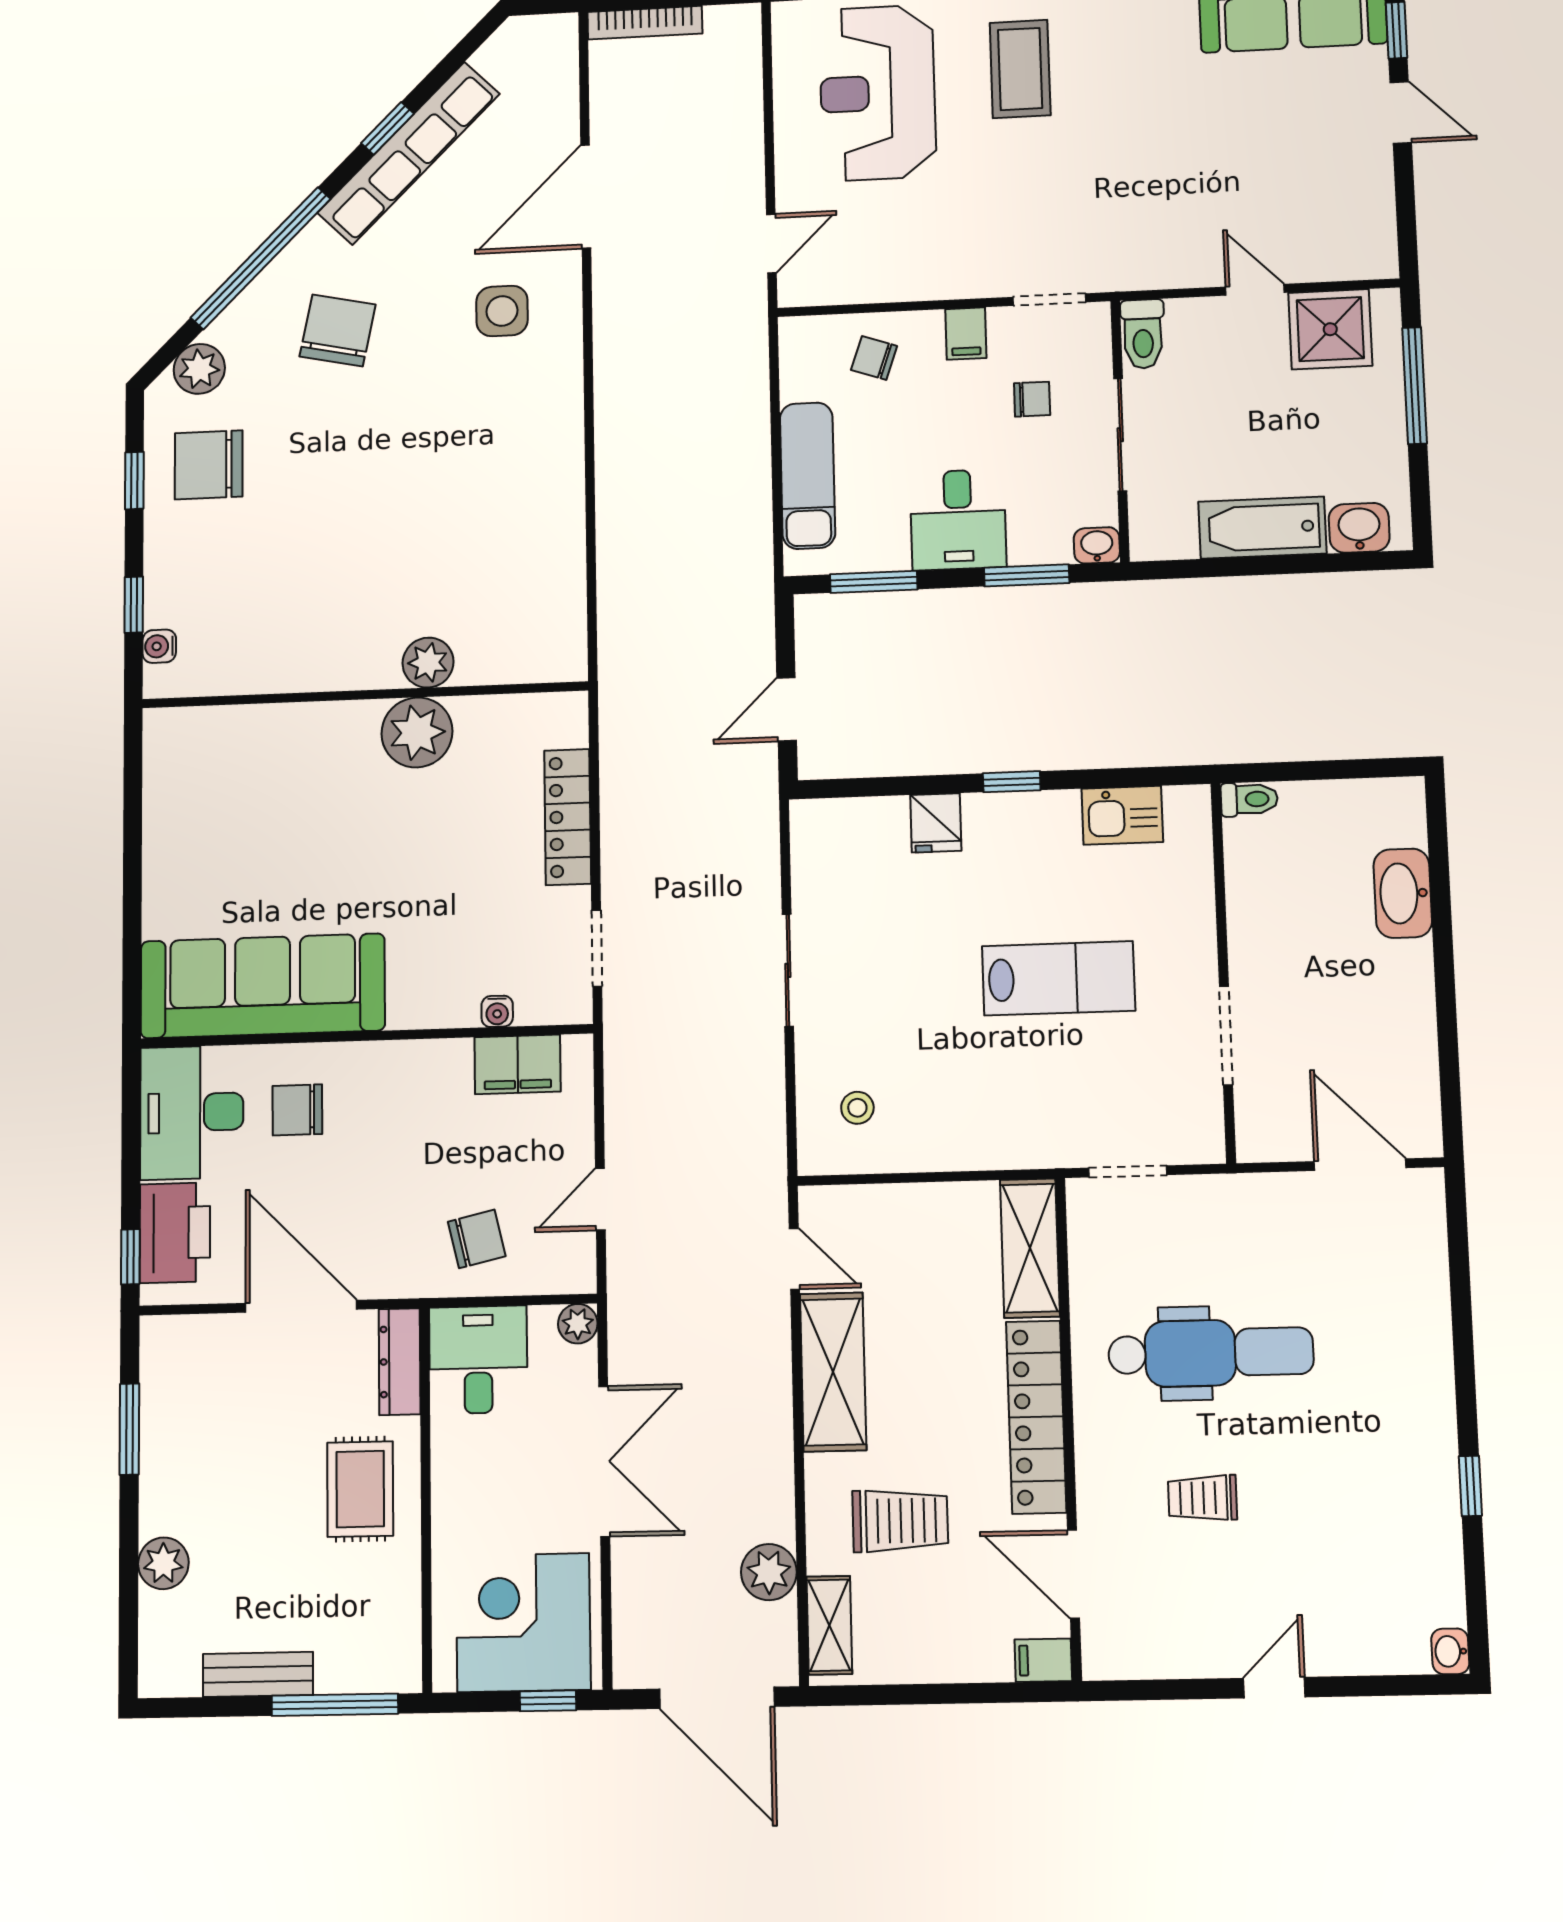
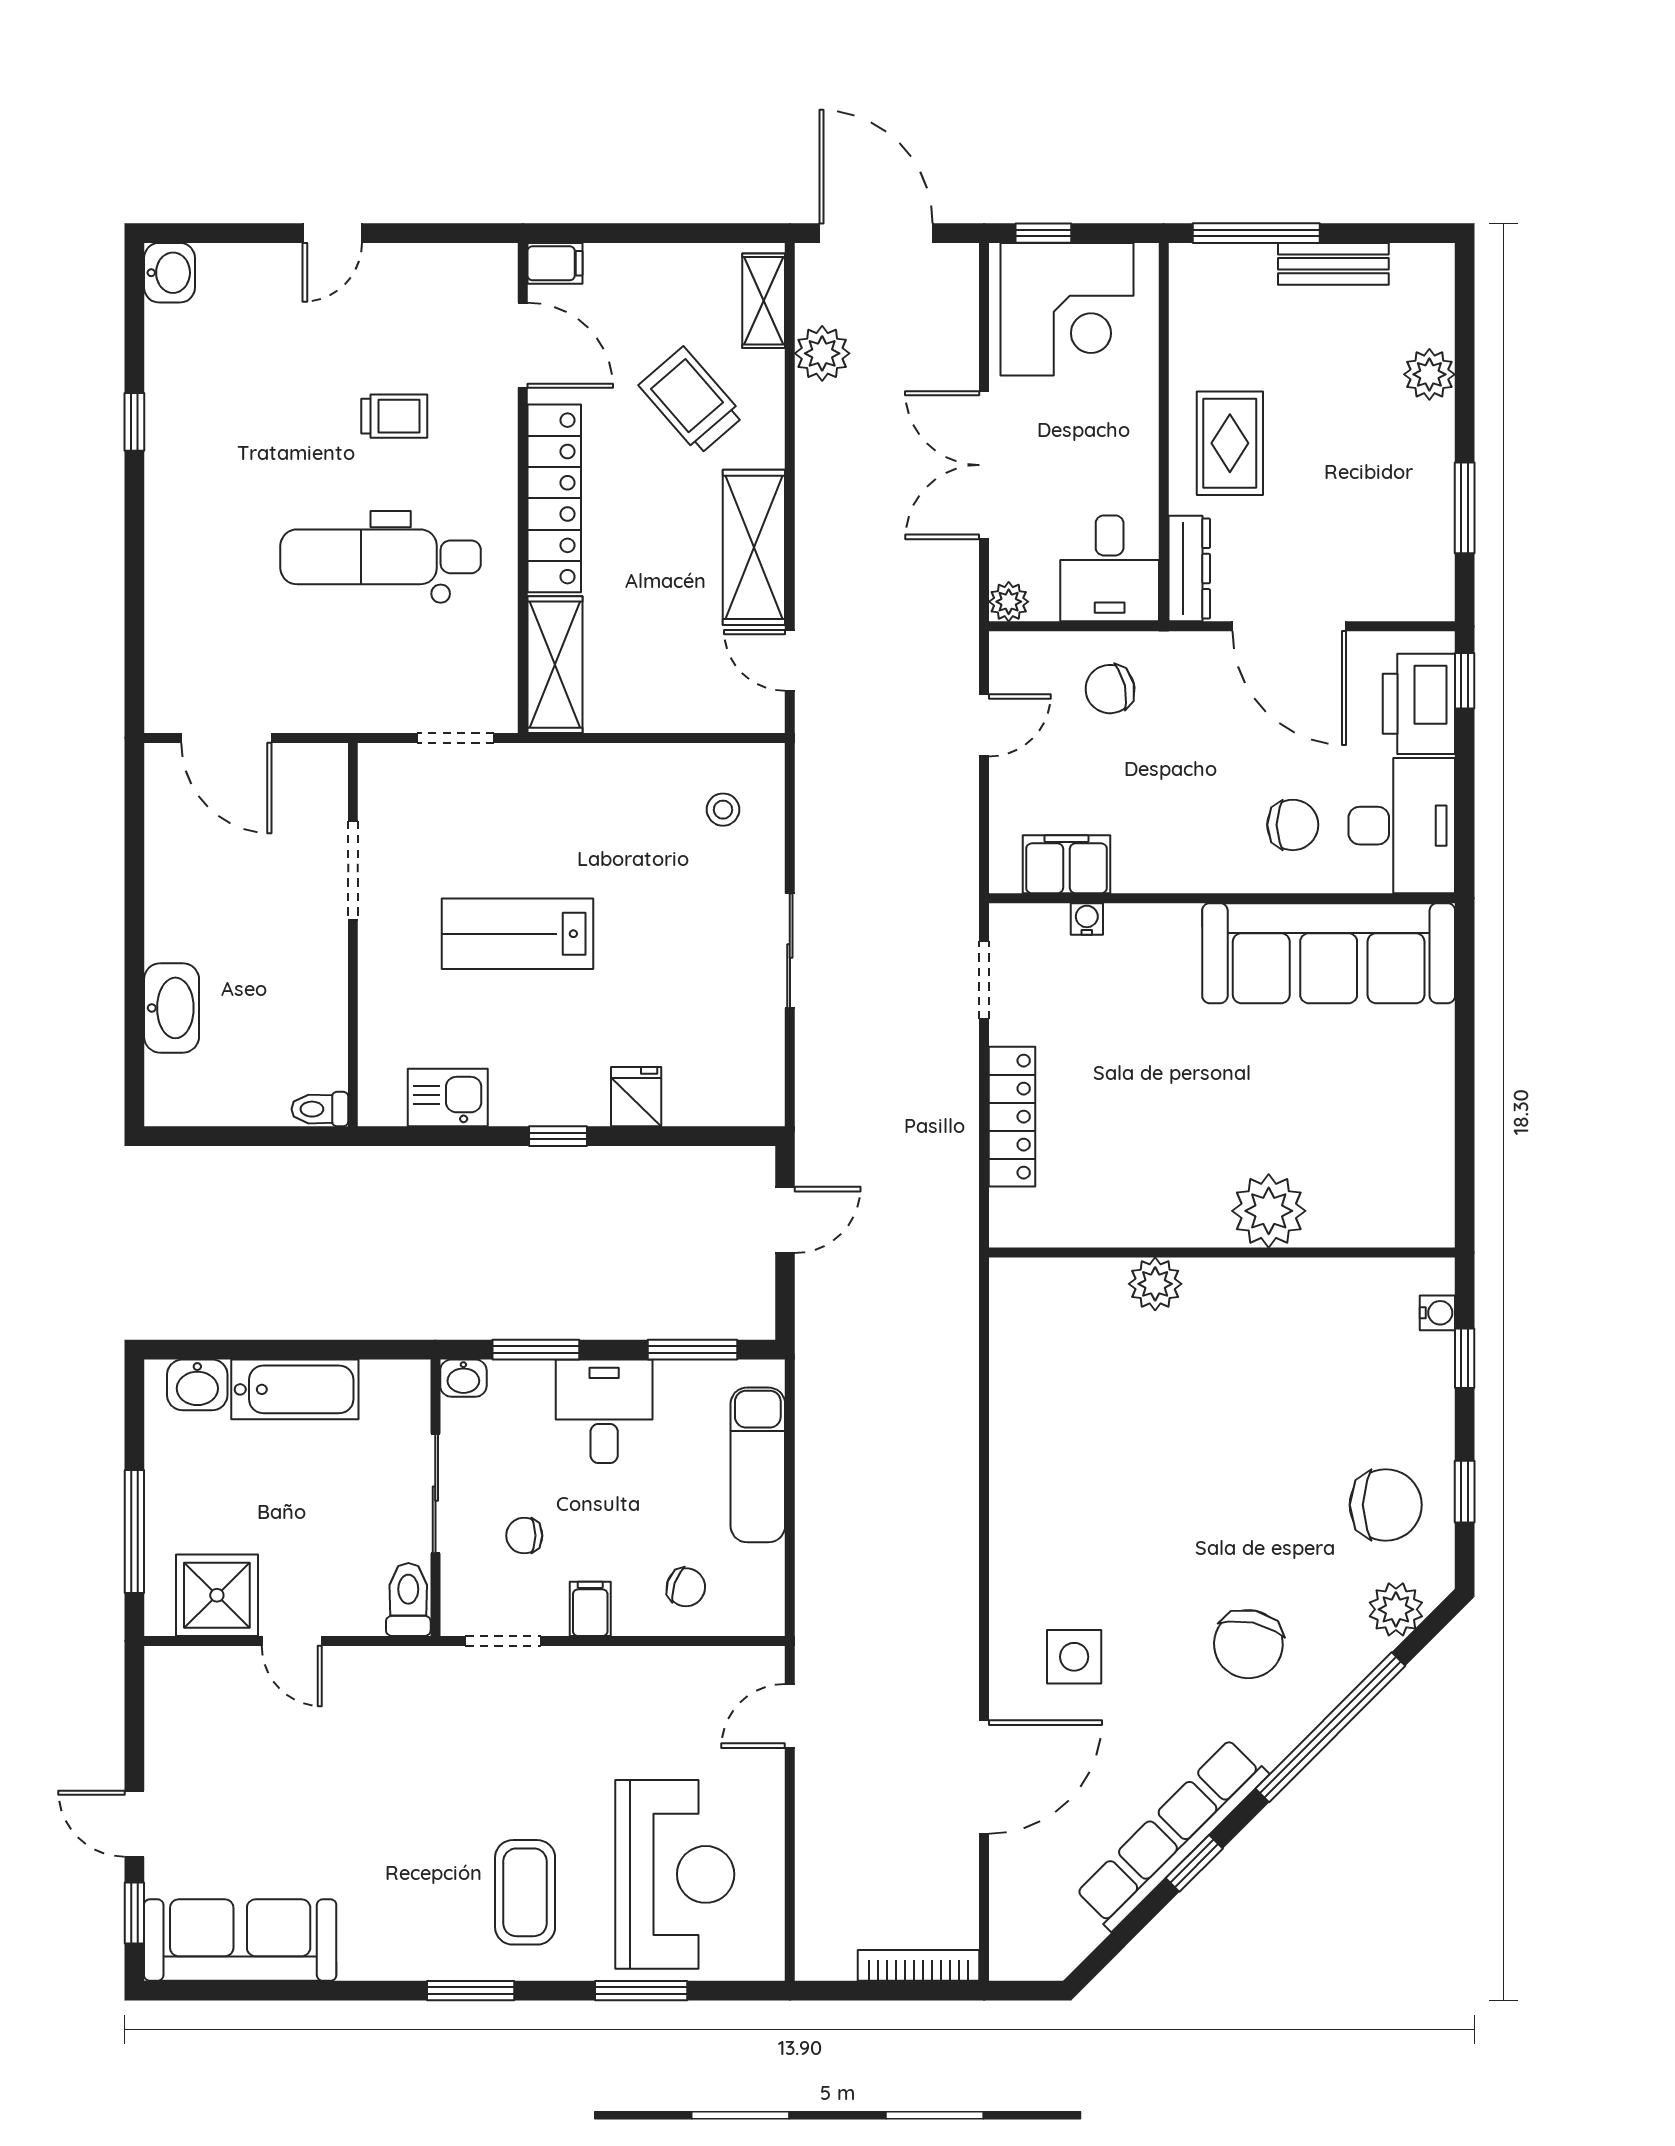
plant: (417, 732) -> (1269, 1211), moved
trolley: (900, 1521) -> (691, 401), turned 49
washbasin: (1450, 1651) -> (169, 273), width x1.38, depth x1.45

